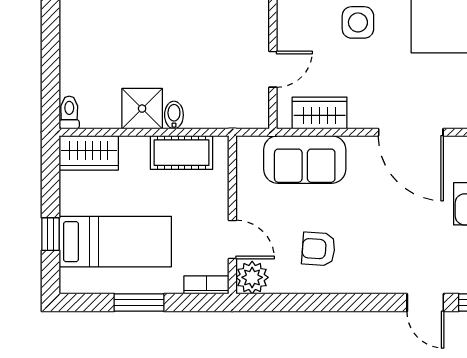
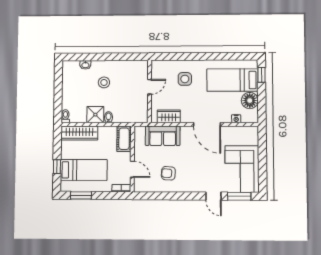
stool: (162, 30) -> (104, 82), added
door: (273, 69) -> (150, 87), moved
wardrobe: (89, 153) -> (79, 133), width x1.50
cot: (181, 153) -> (124, 139), moved, turned 90
plant: (252, 277) -> (140, 185), removed
window: (139, 302) -> (81, 195), moved

